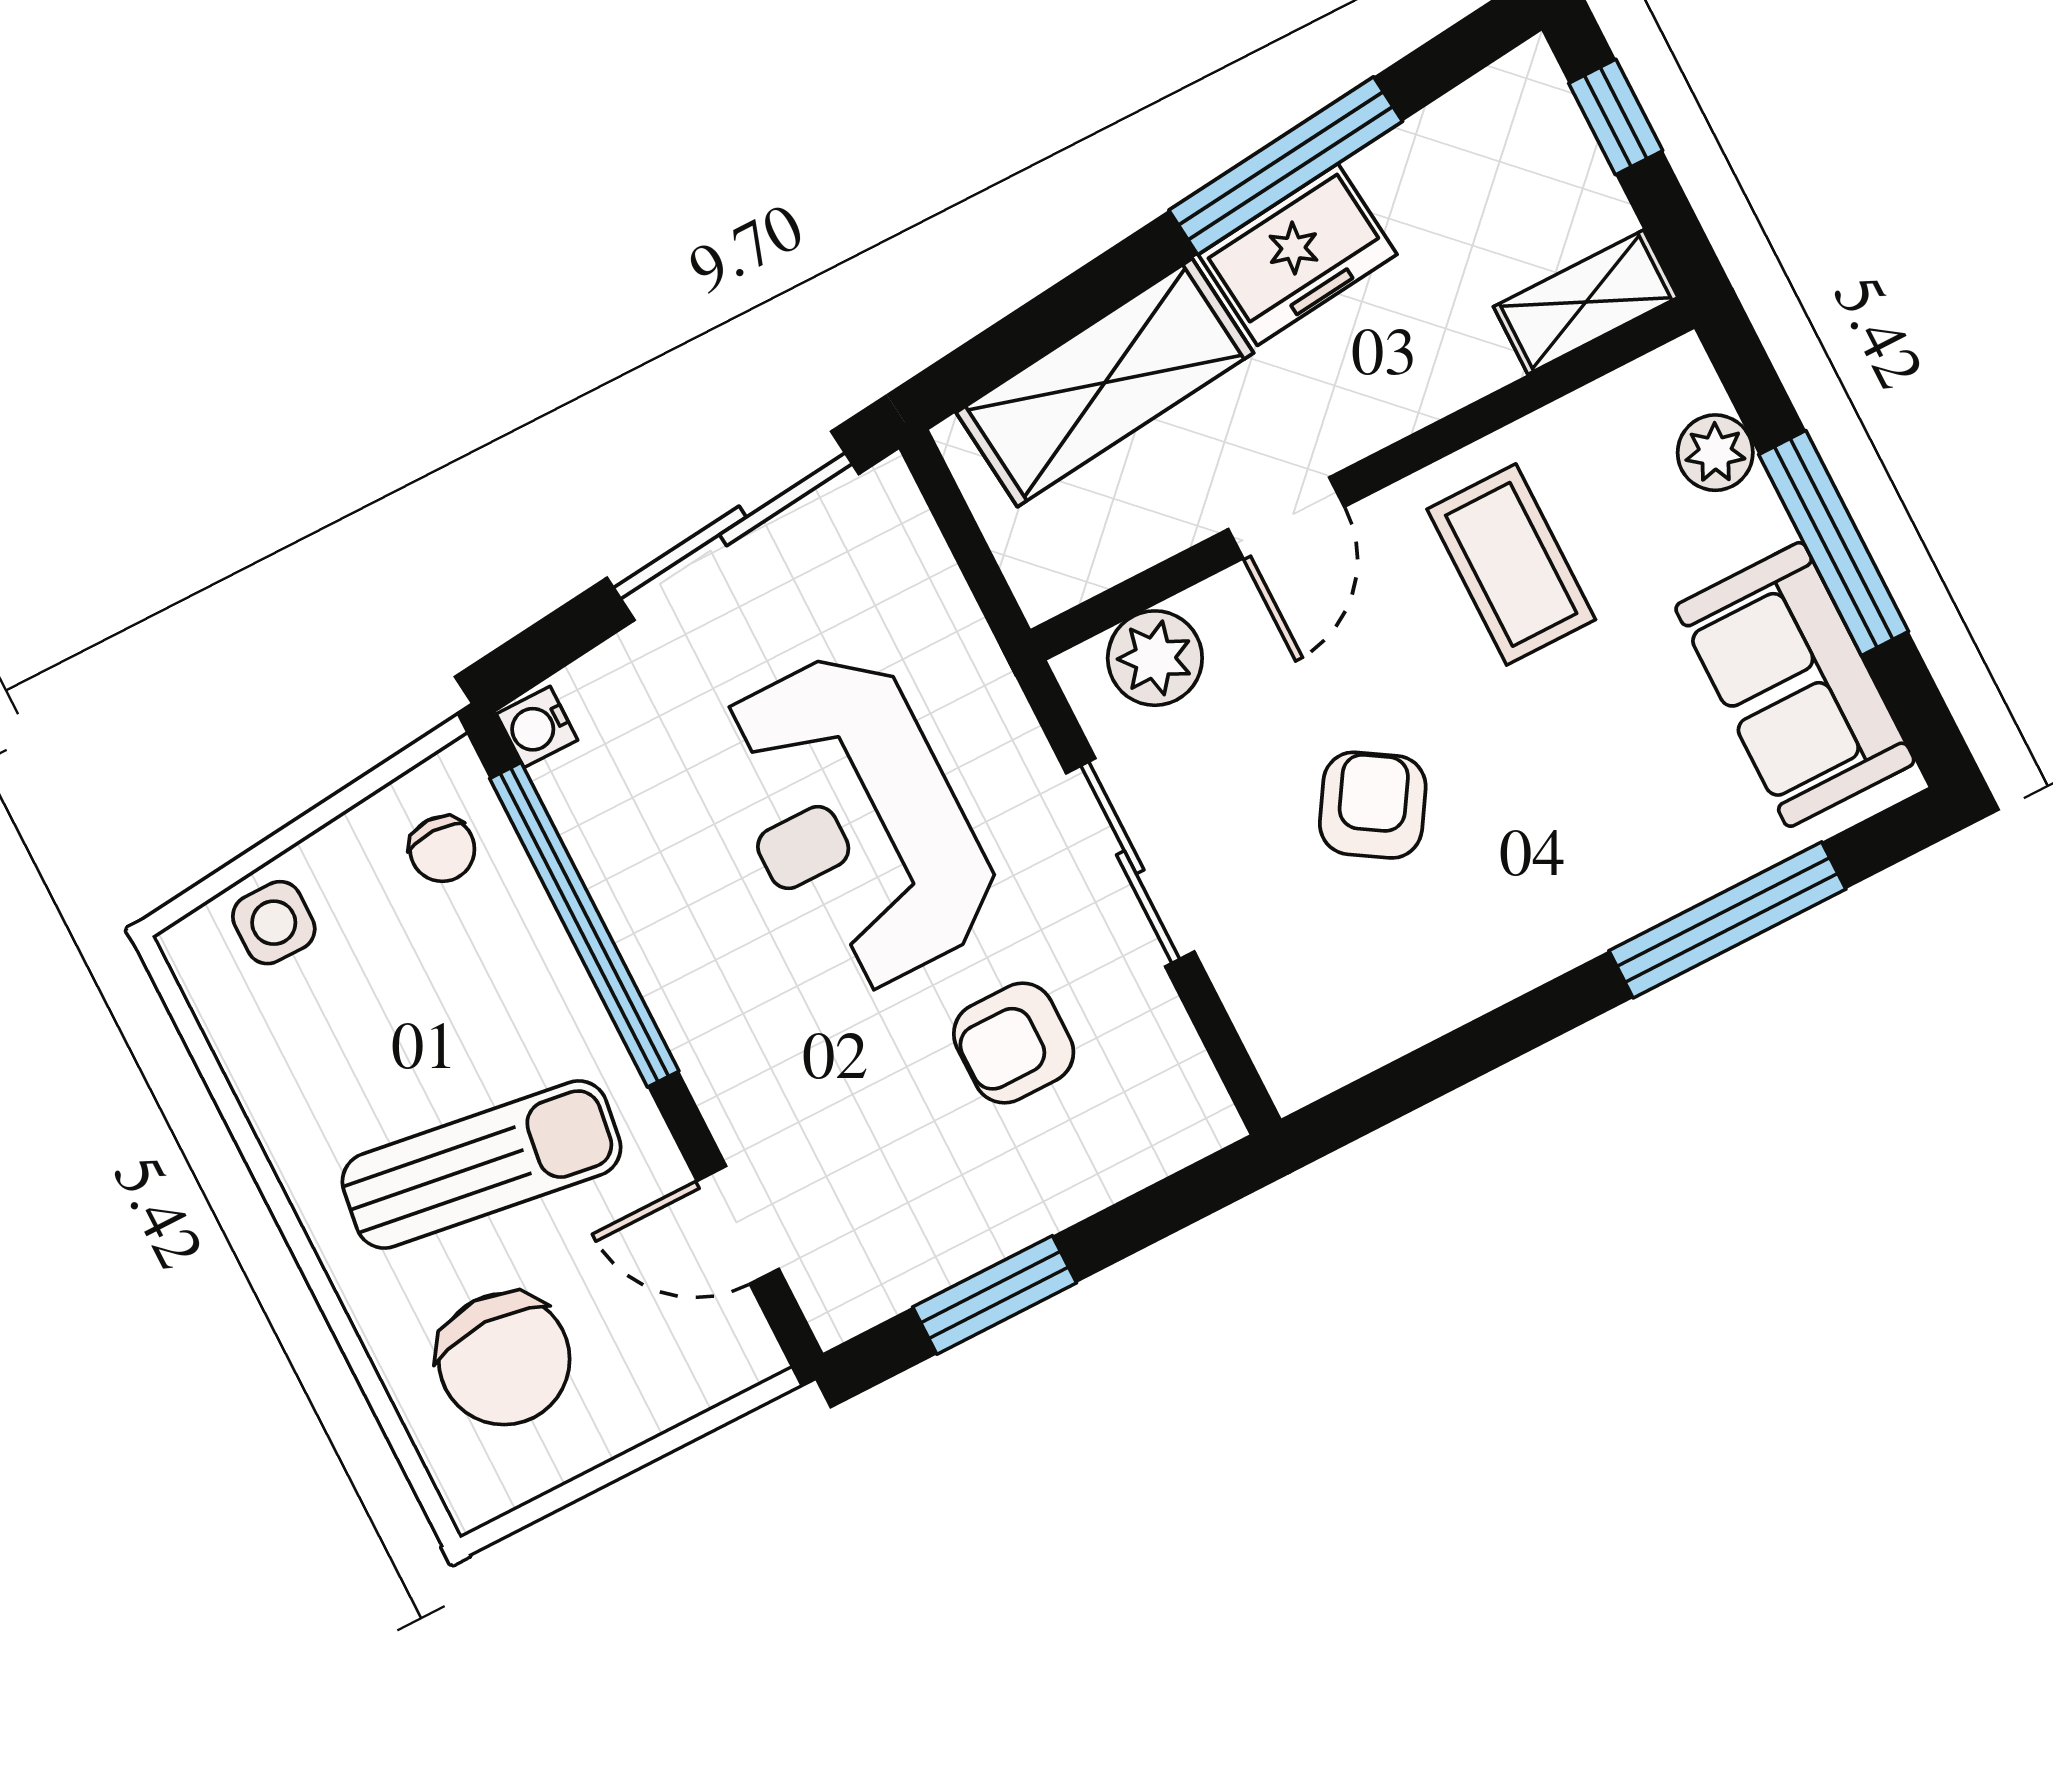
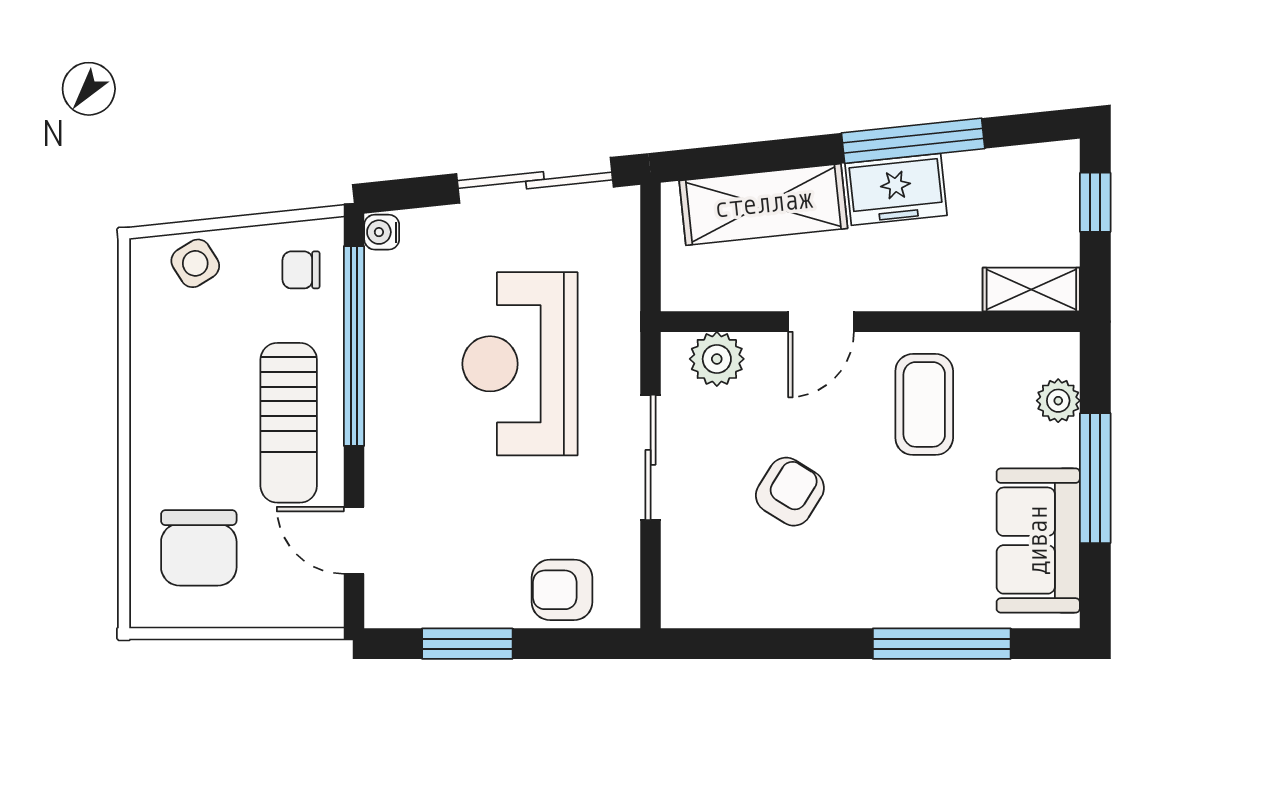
chair: (442, 849) -> (301, 270), turned 90
side table: (274, 923) -> (195, 263), turned -32
armchair: (1014, 1043) -> (562, 590), moved
sun lounger: (482, 1165) -> (289, 423), moved, turned 82

